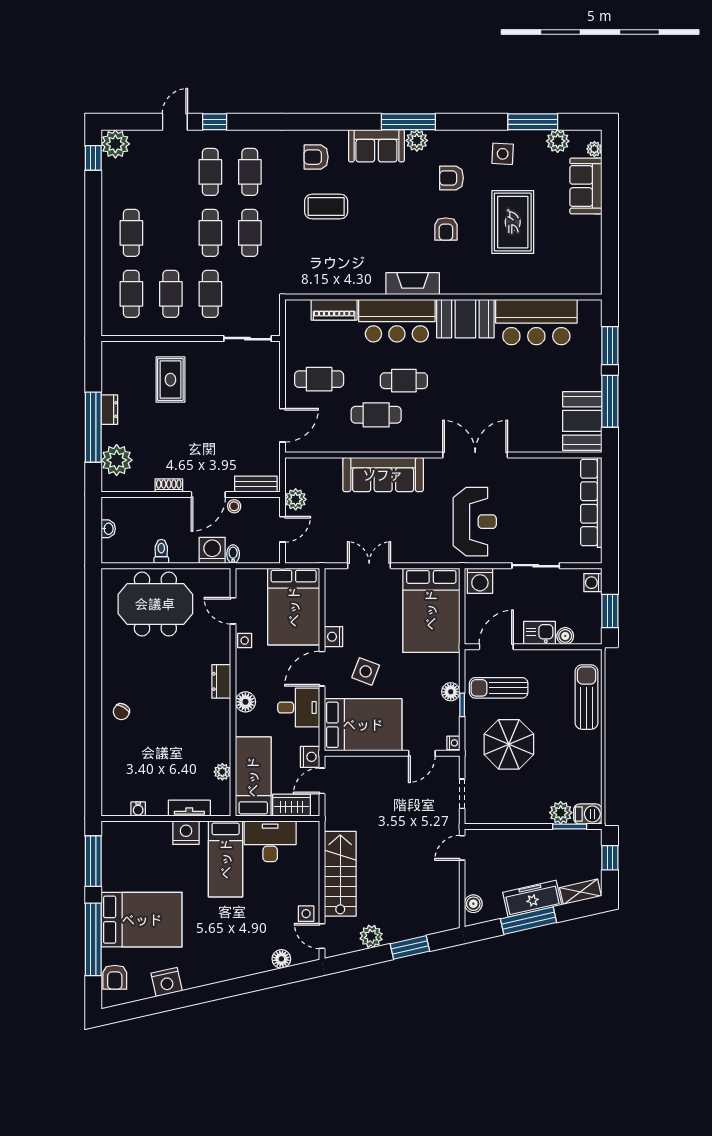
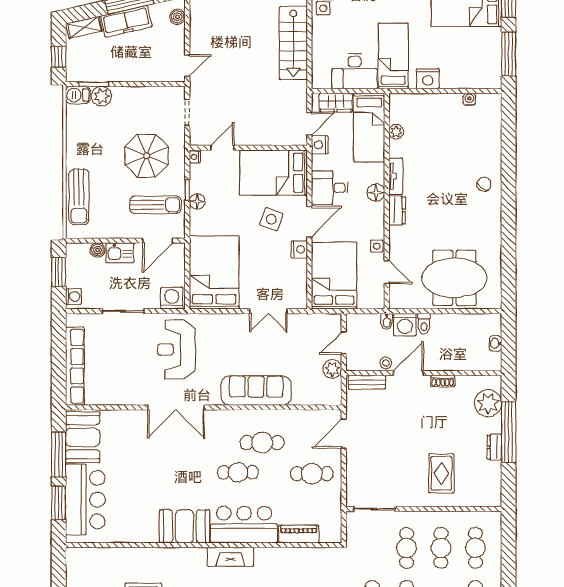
bar counter: (536, 322) -> (85, 500), moved, turned 90
toilet: (161, 551) -> (424, 324), moved
tv unit: (189, 808) -> (396, 176), moved, turned -90

